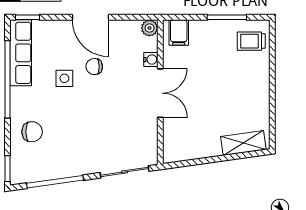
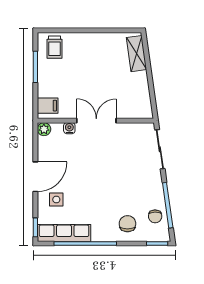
chair: (94, 67) -> (155, 216), moved
side table: (64, 78) -> (56, 200), moved

